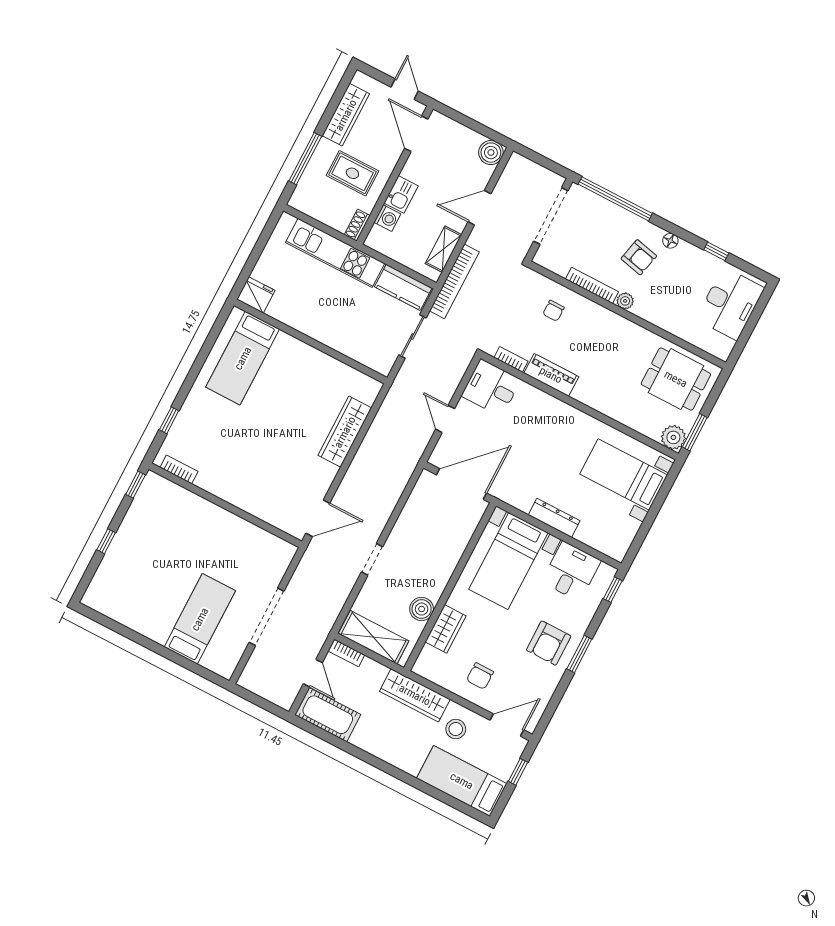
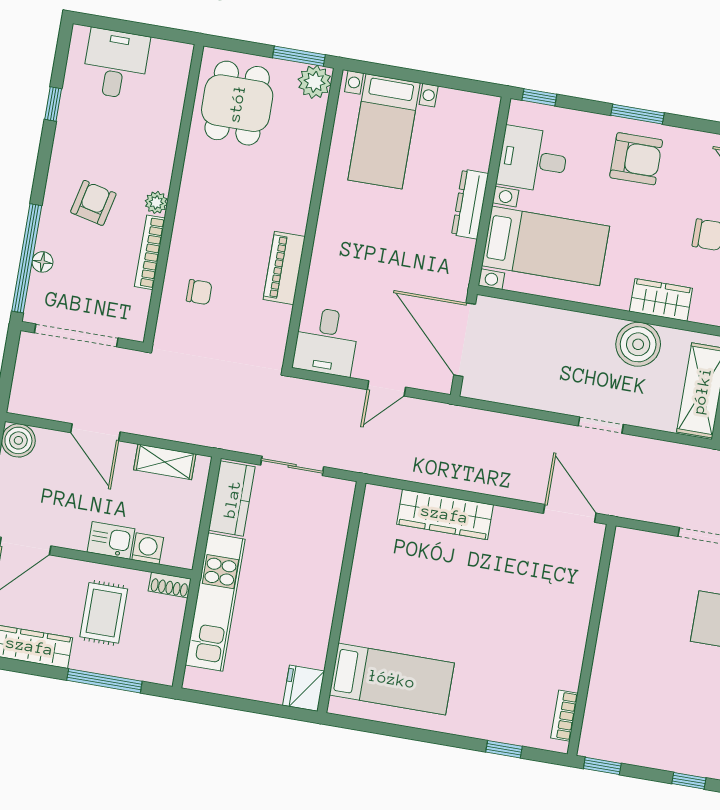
floor lamp: (670, 241) -> (42, 262), moved
bookcase: (454, 281) -> (202, 434), removed
desk: (730, 304) -> (116, 64), width x0.73
bookcase: (511, 359) -> (281, 327), removed
boiler: (422, 609) -> (638, 344), width x1.37, depth x1.37

